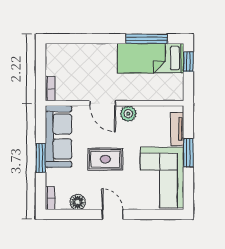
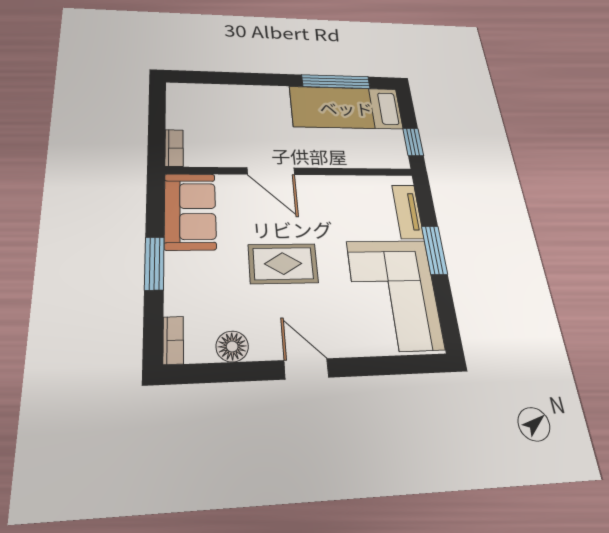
window: (188, 62) -> (413, 142), moved
plant: (128, 114) -> (318, 188), removed
sofa: (58, 137) -> (190, 211), width x0.73

